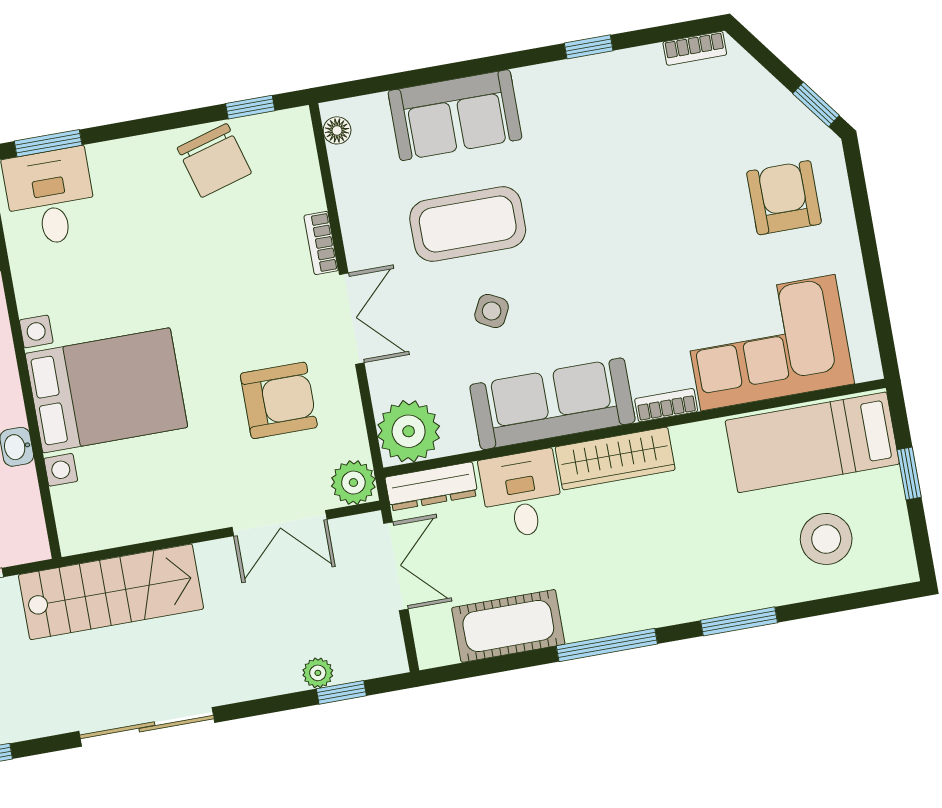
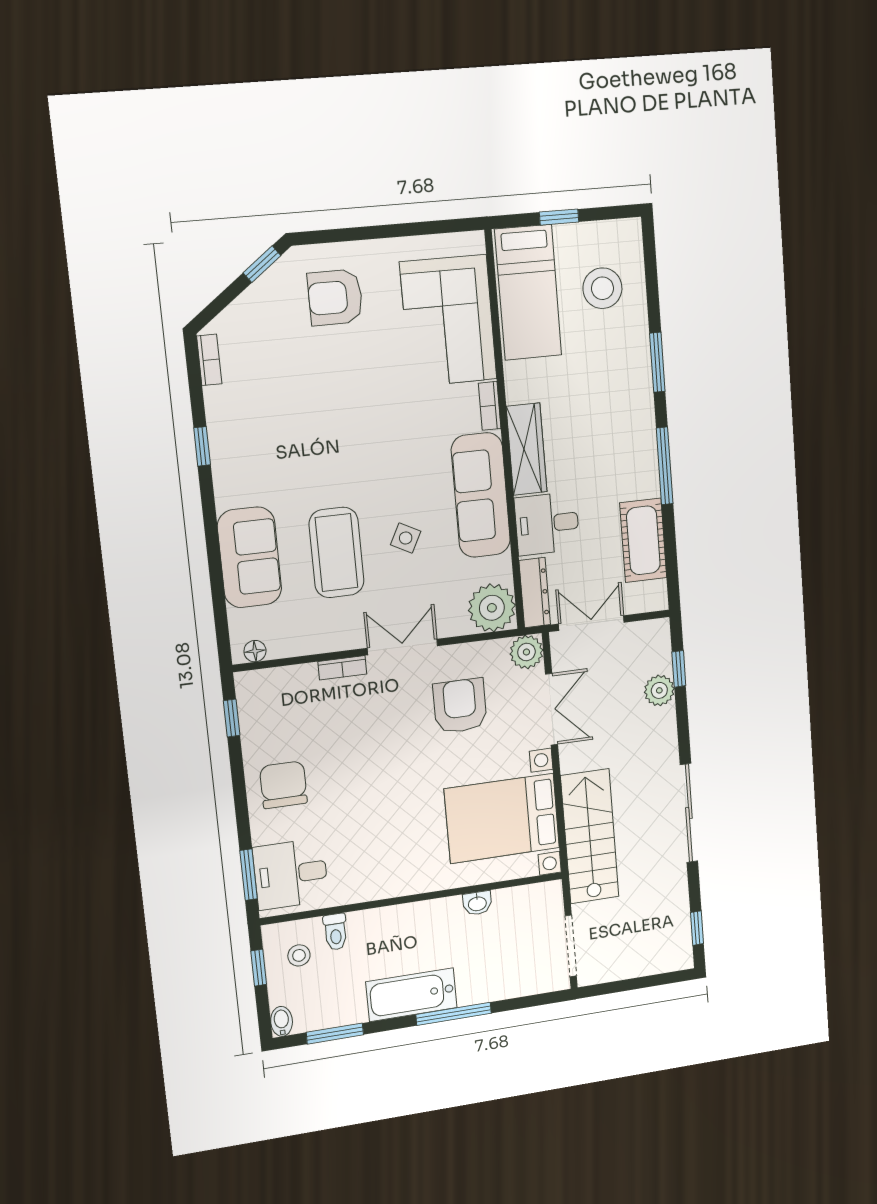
chair: (214, 160) -> (283, 785), moved, turned -74
bed with nightstands: (106, 390) -> (502, 818), moved, turned -90
plant: (318, 673) -> (659, 690), width x1.38, depth x1.38

